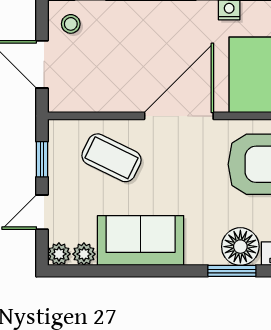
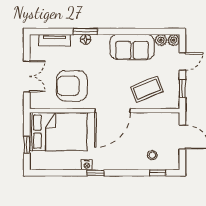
stool: (71, 24) -> (152, 155), moved
coffee table: (112, 158) -> (147, 89), turned -48
floor lamp: (240, 247) -> (86, 39), width x0.53, depth x0.53

